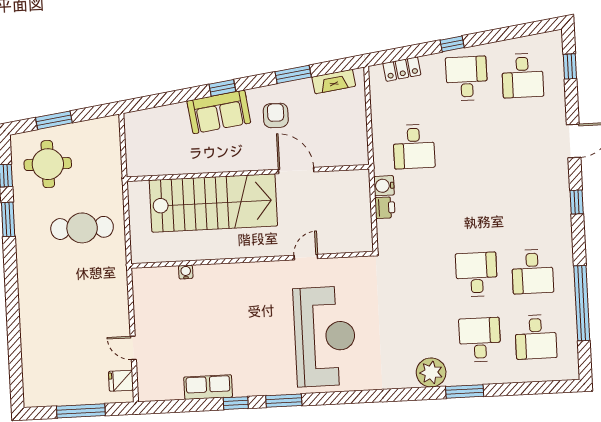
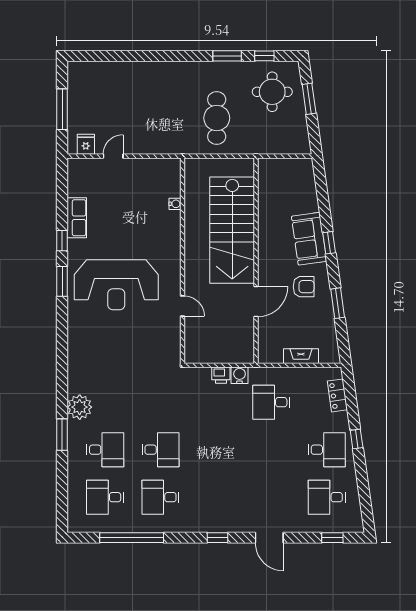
fireplace: (334, 82) -> (301, 356), moved, turned 98
reception desk: (325, 336) -> (116, 285), moved

